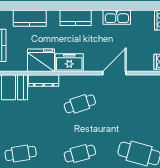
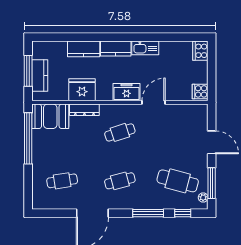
kitchen sink: (117, 17) -> (145, 48), moved
kitchen counter: (30, 18) -> (84, 49), moved
freezer: (69, 63) -> (127, 92), moved

